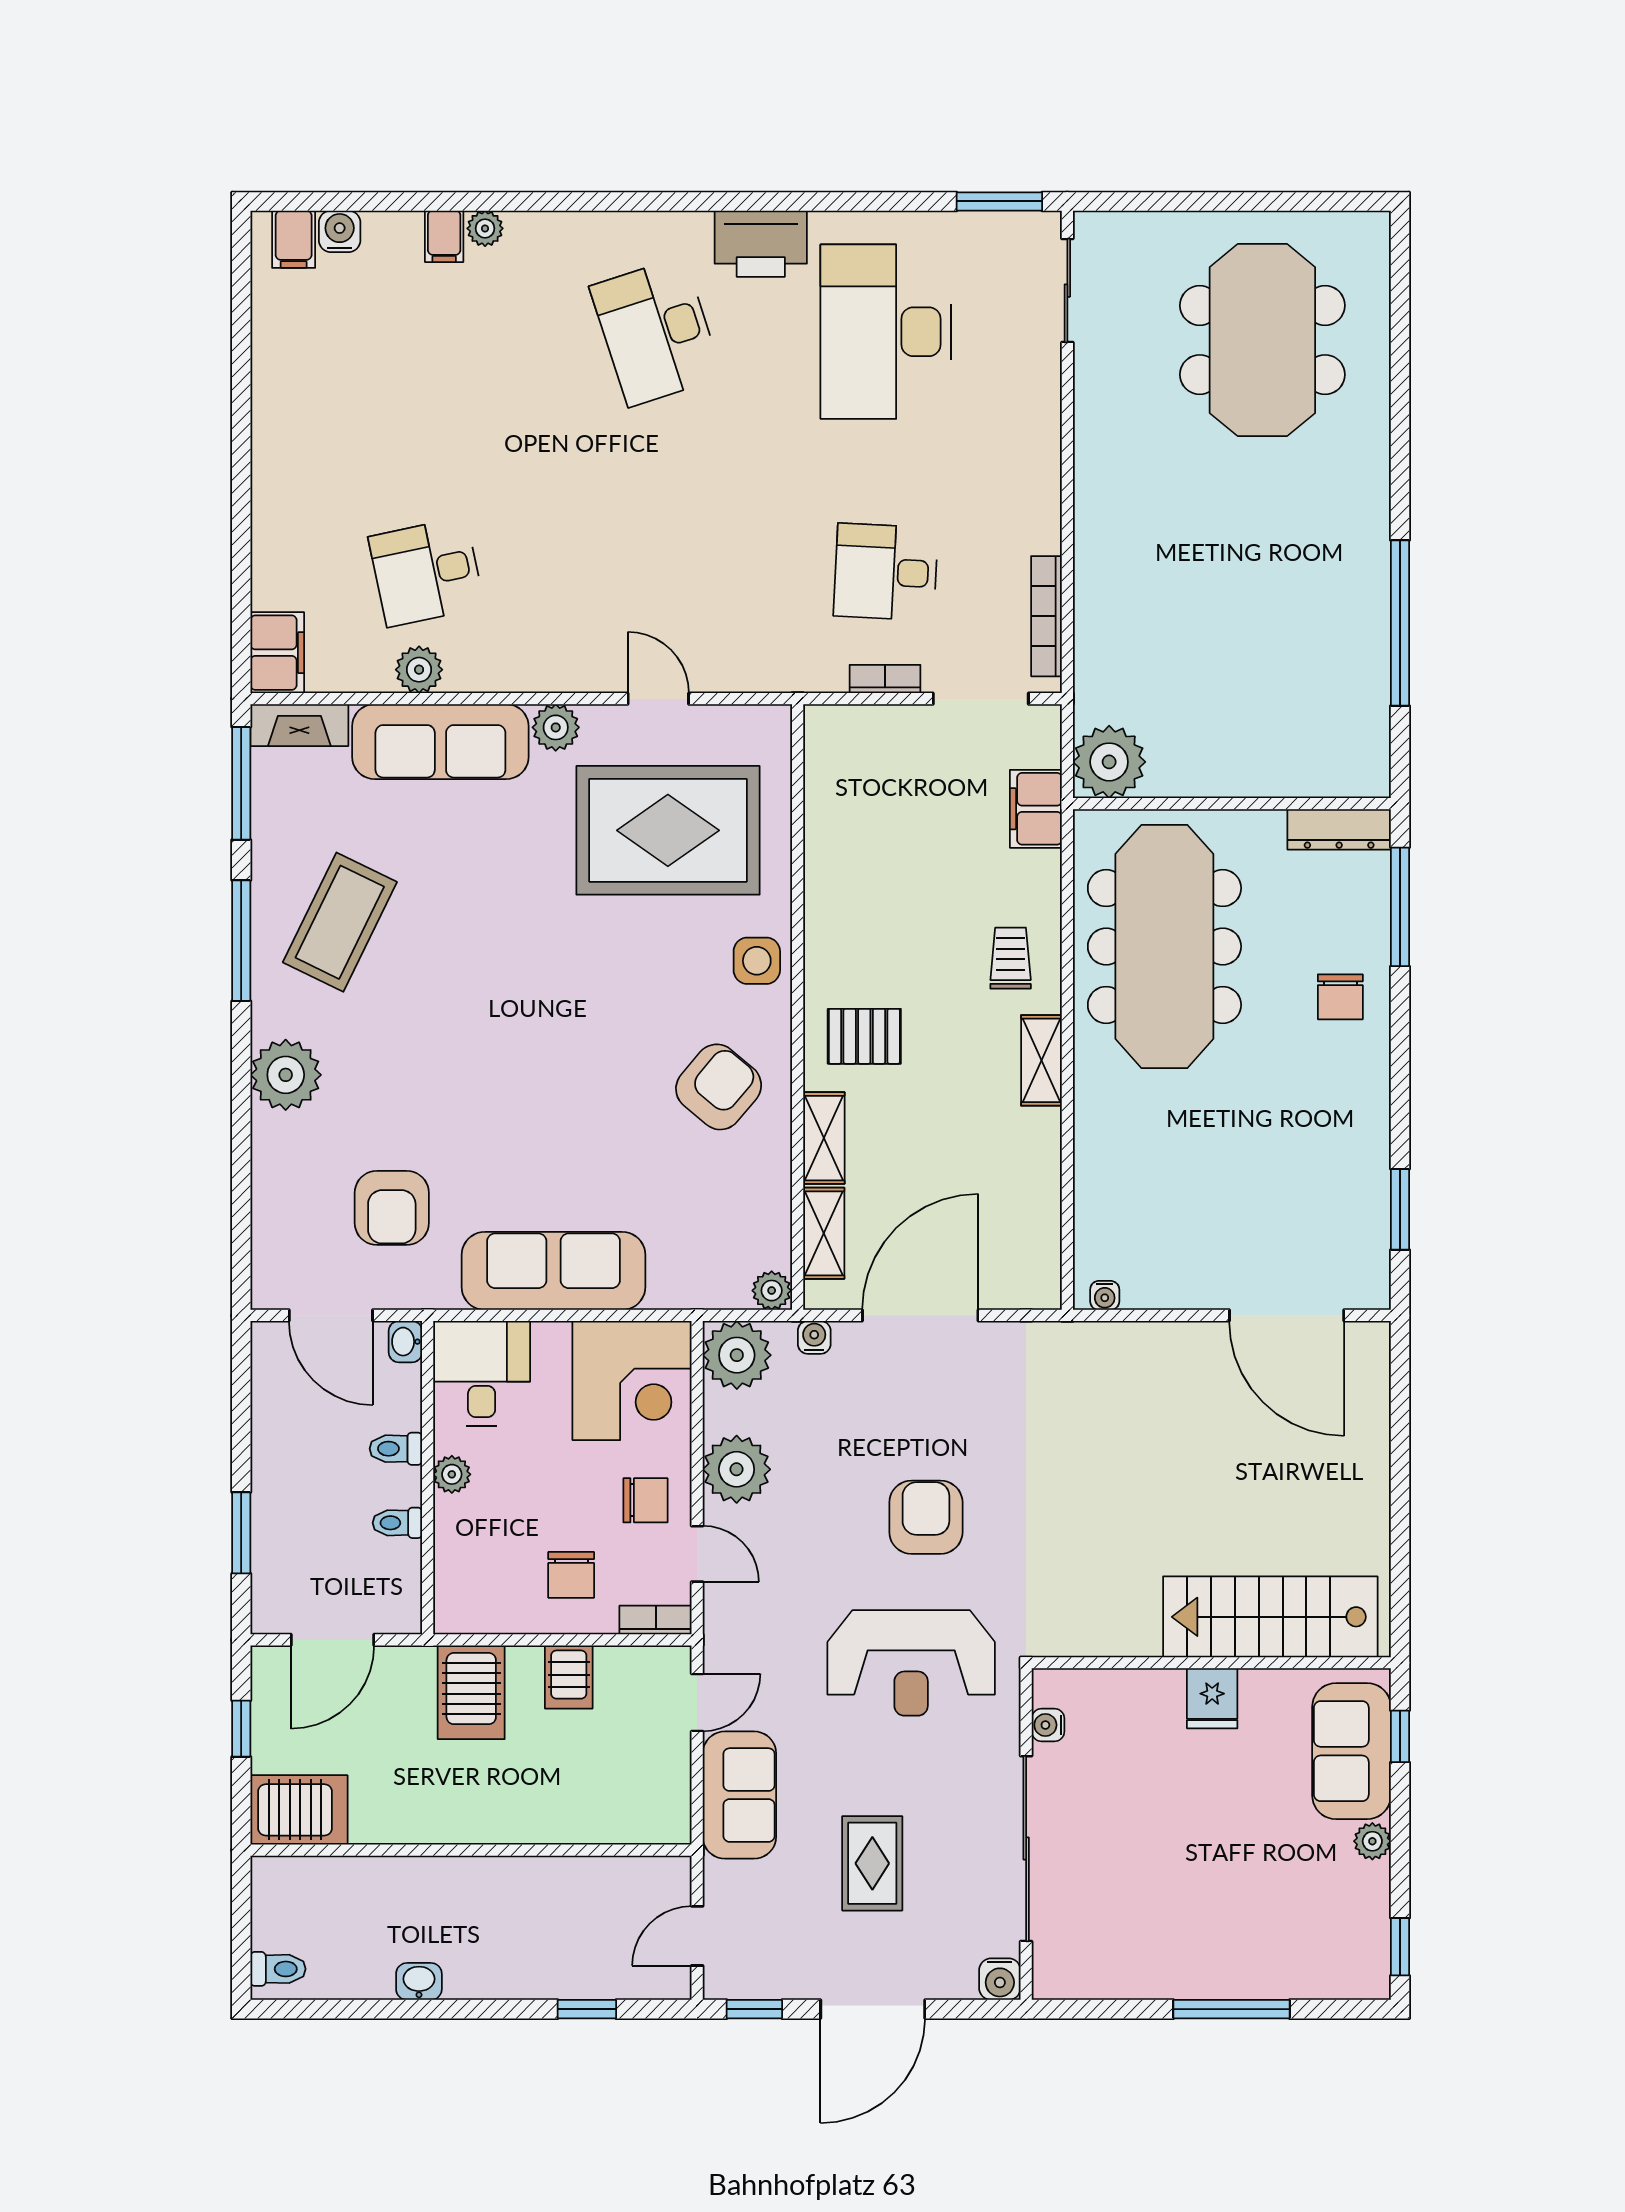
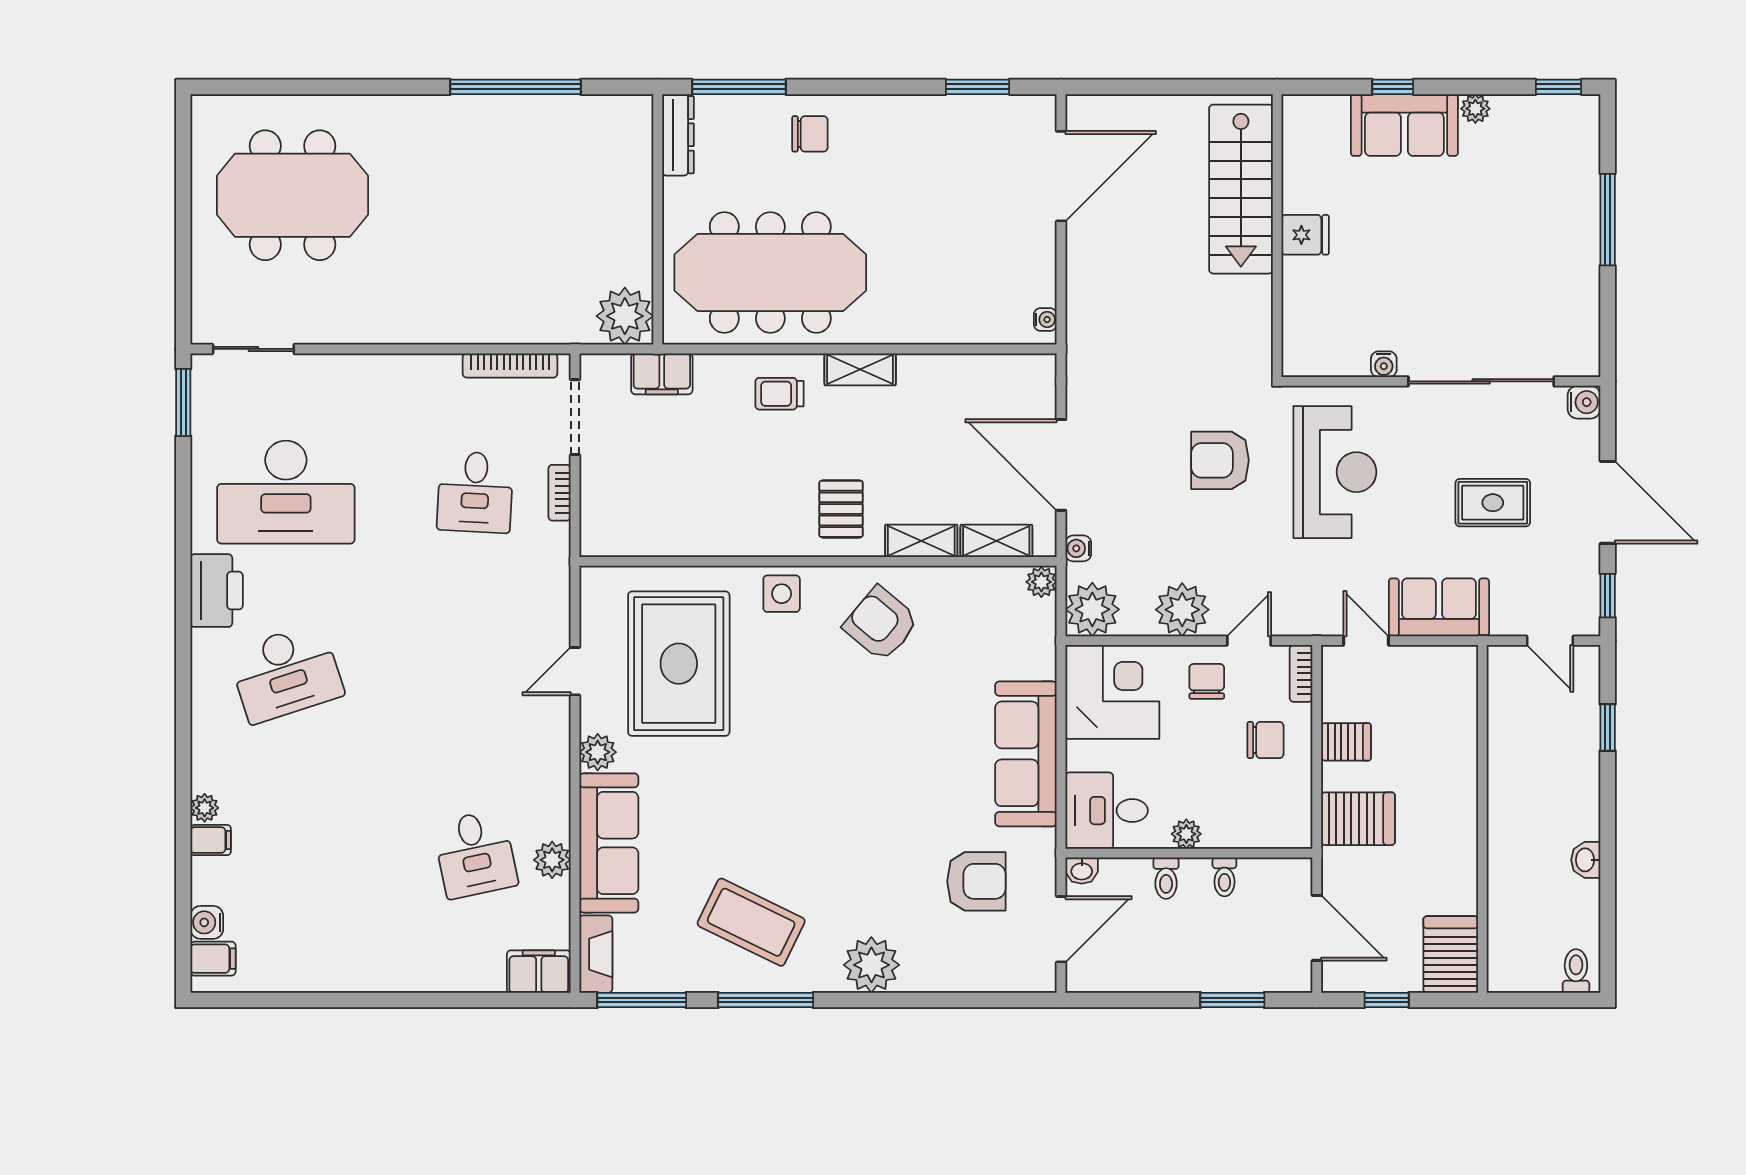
stairs: (1270, 1617) -> (1241, 189), moved
wall: (1211, 1663) -> (1277, 236), moved
fridge: (1212, 1698) -> (1305, 235), moved

